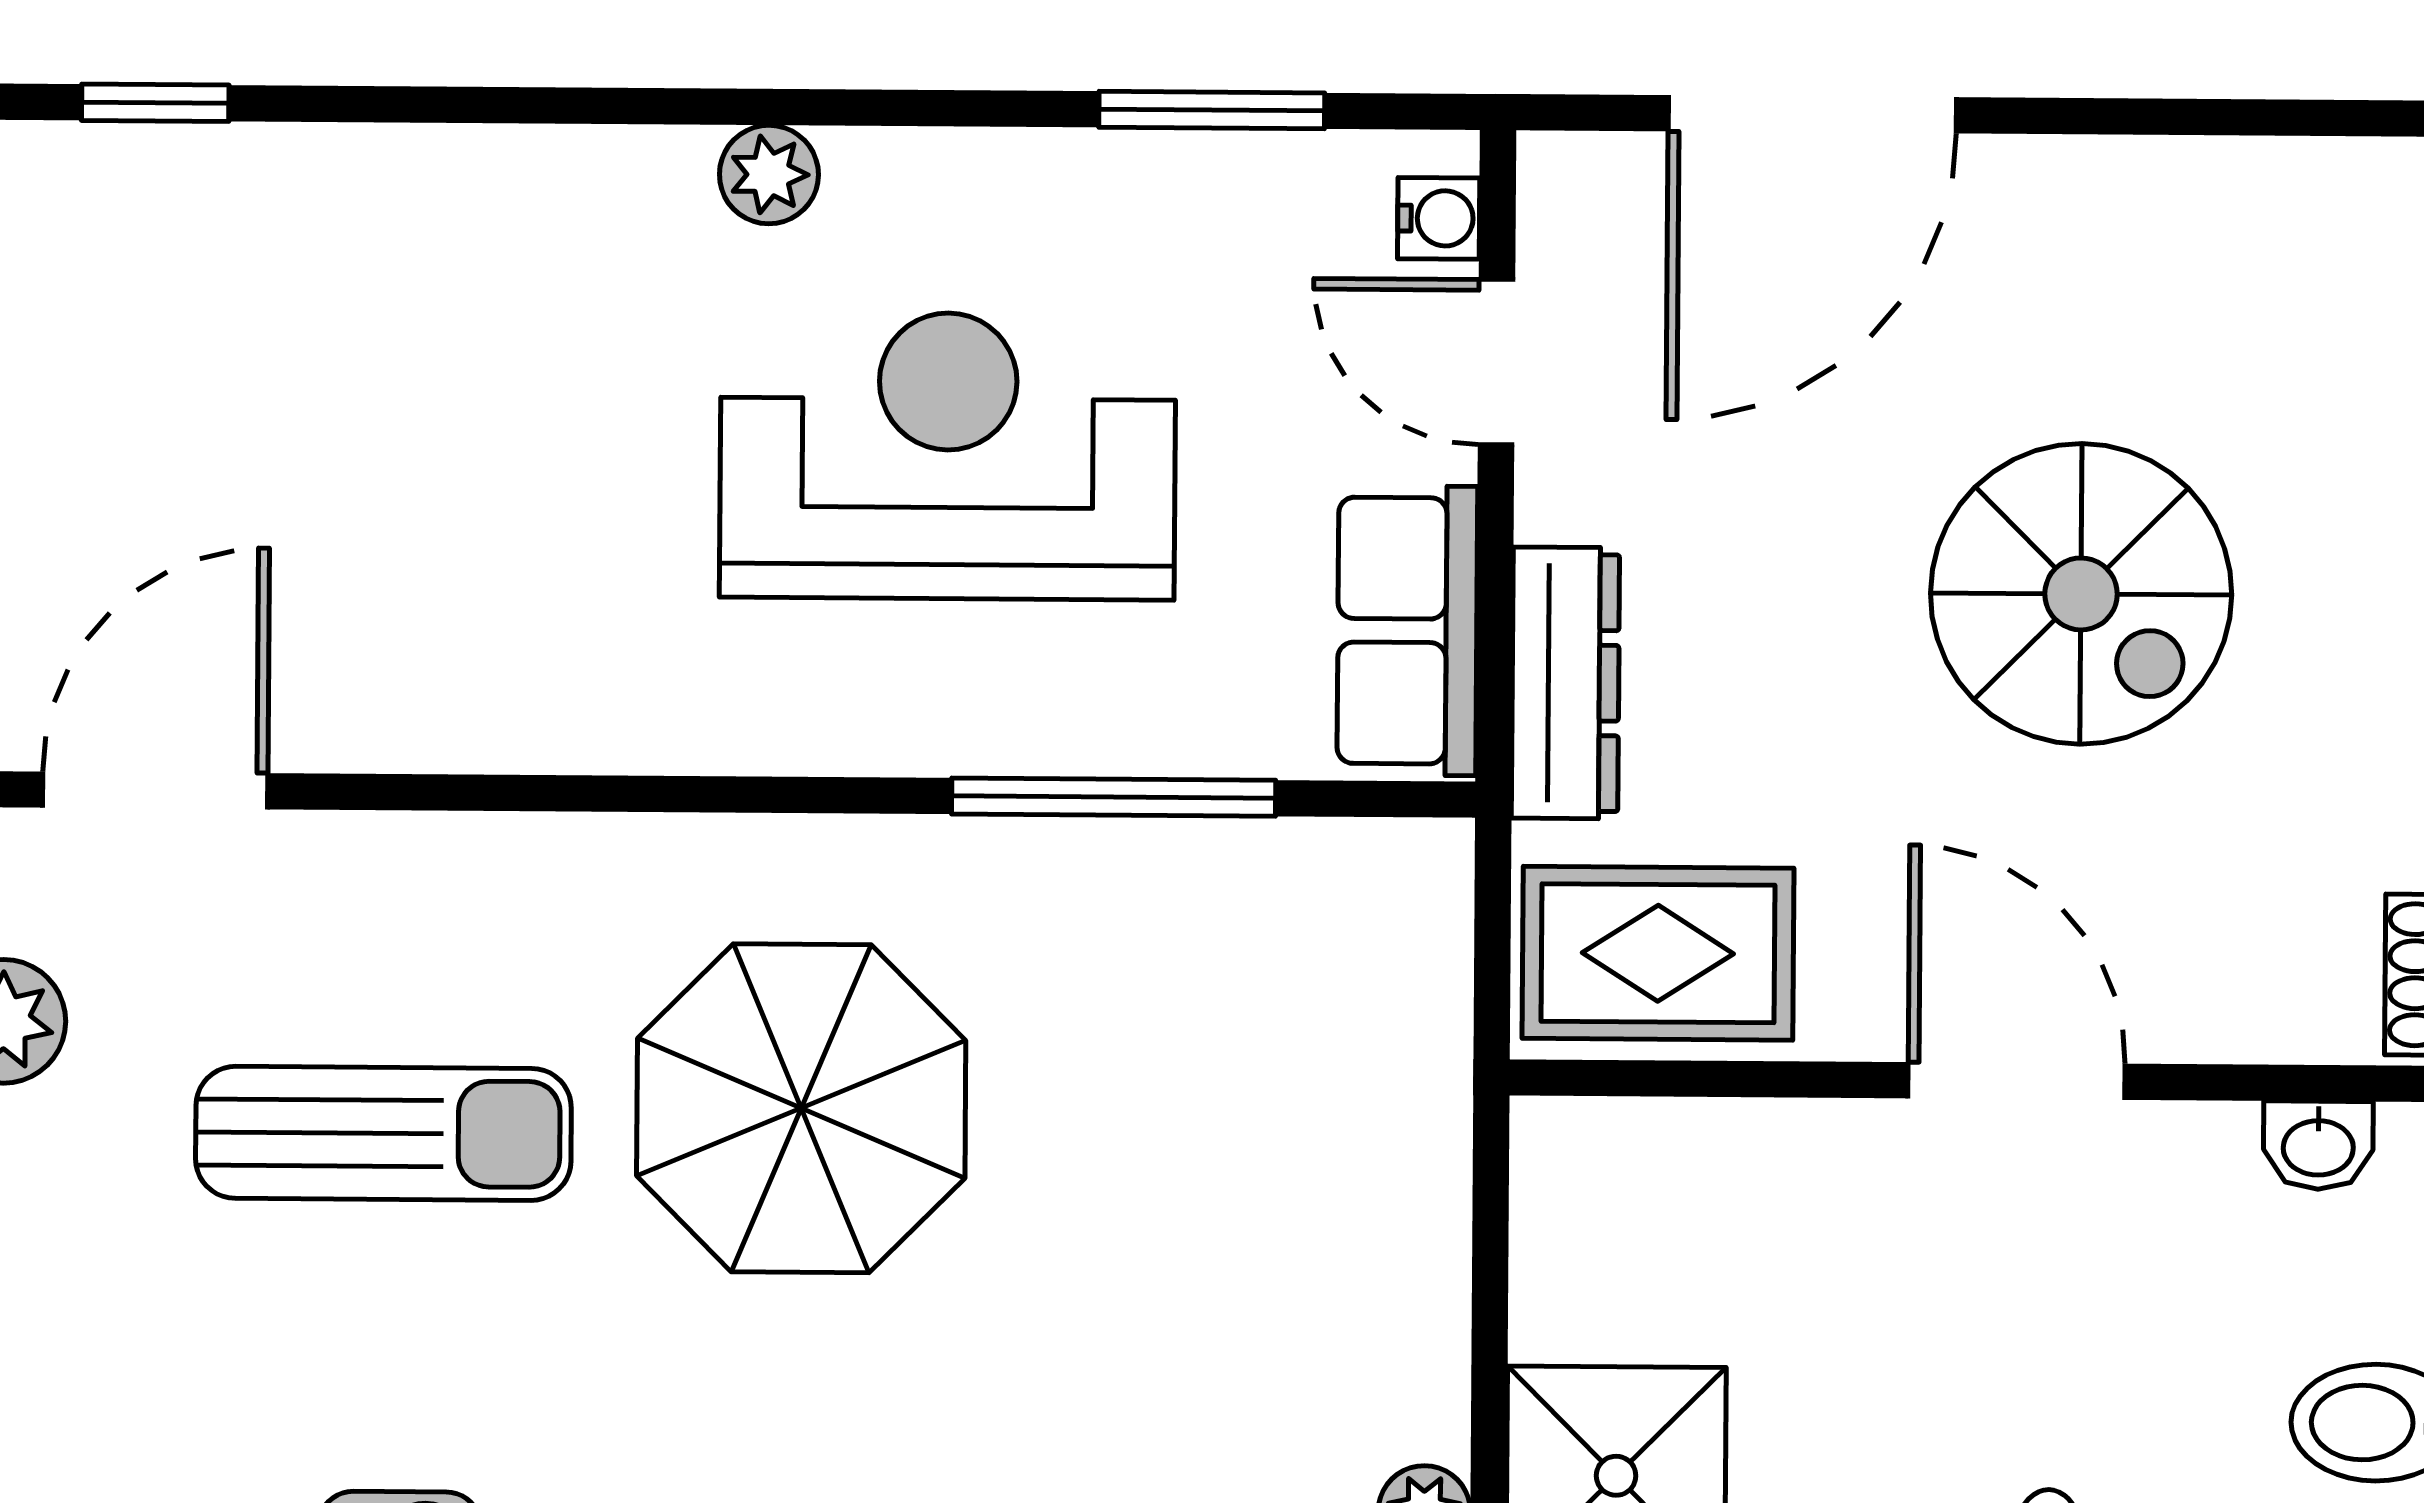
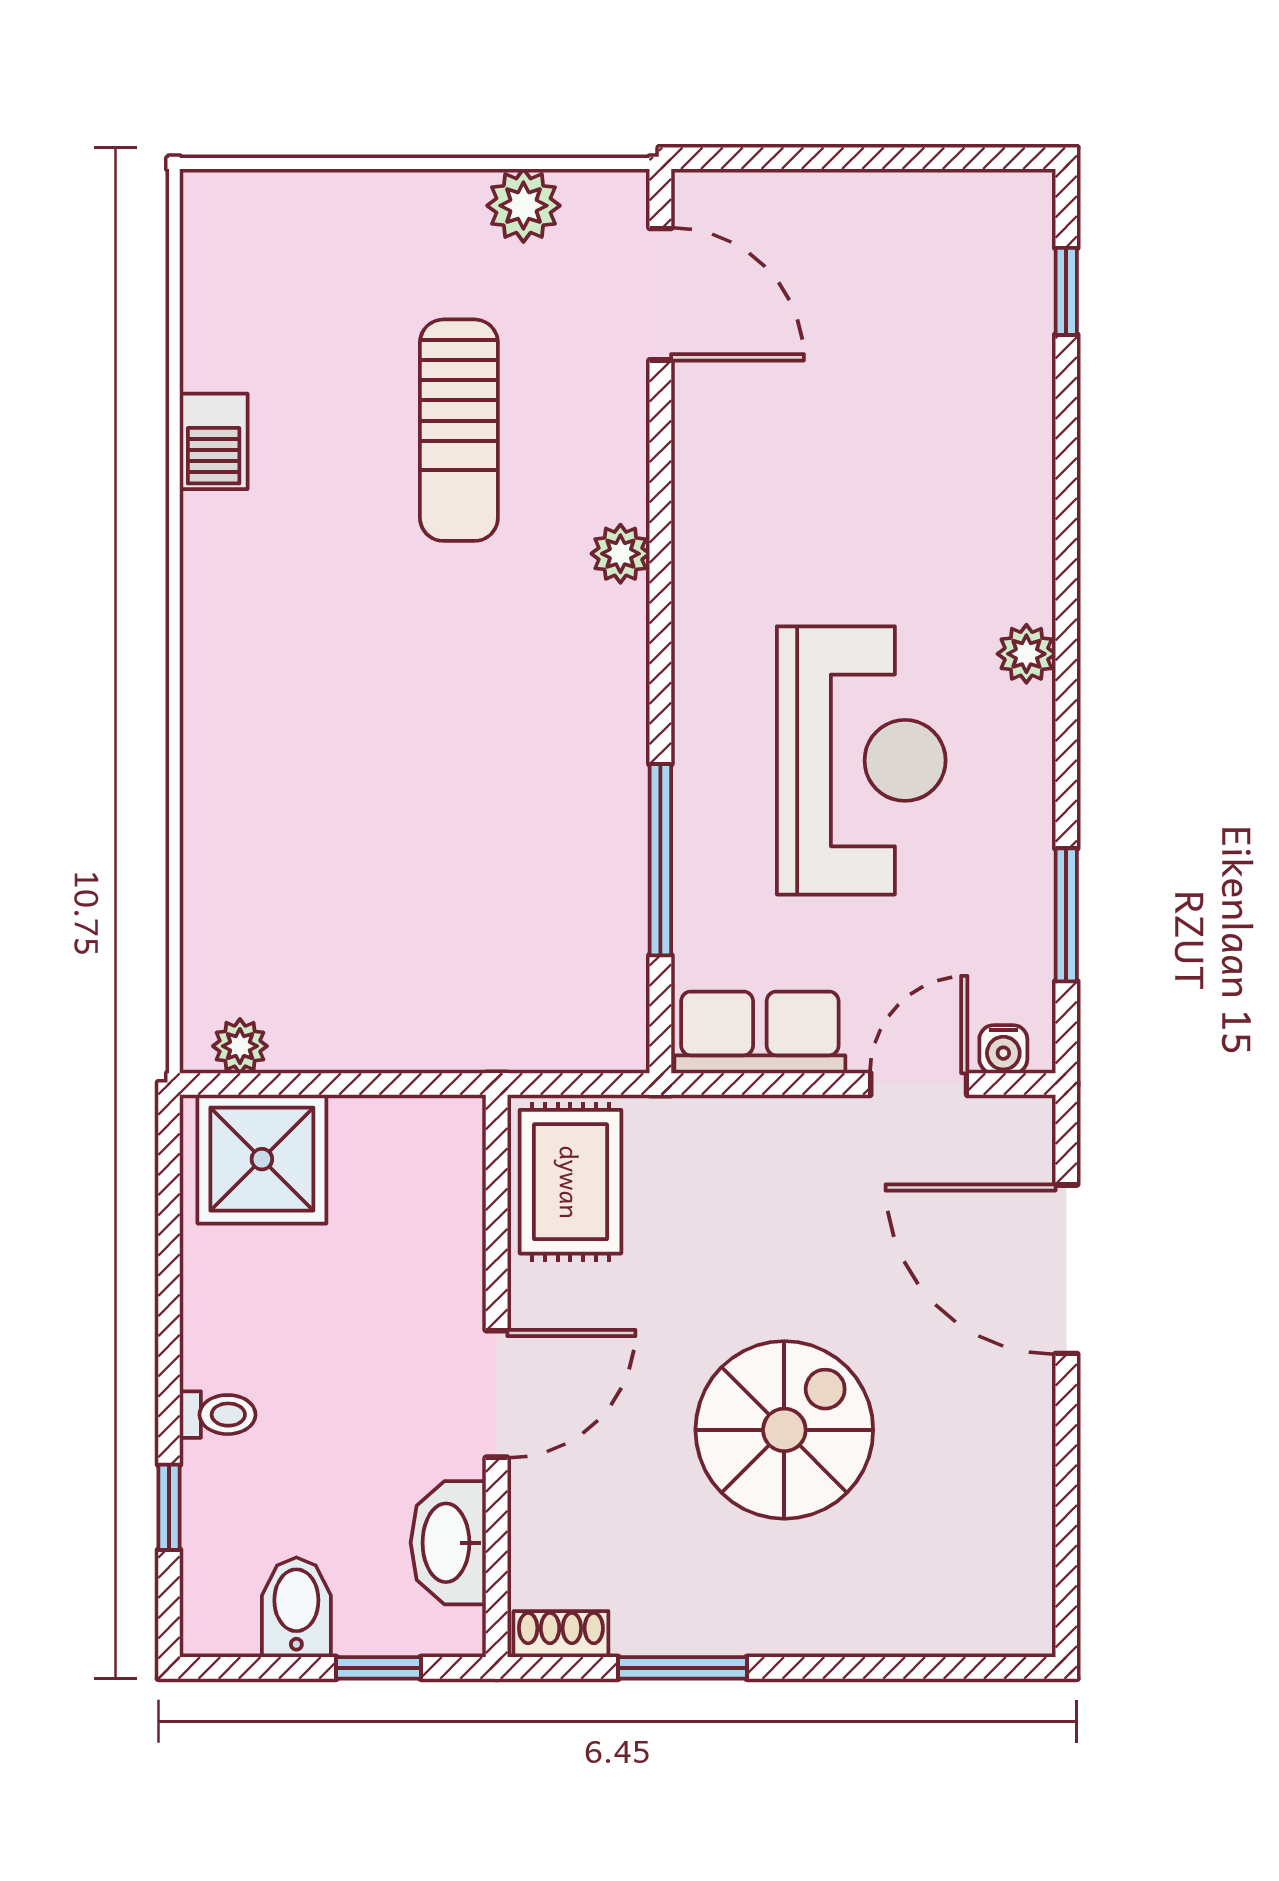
spiral stairs: (2081, 594) -> (784, 1430), turned 180
dresser: (1565, 683) -> (730, 1126), removed
plant: (595, 861) -> (620, 554), added
parasol: (801, 1108) -> (475, 677), removed
washbasin: (2318, 1145) -> (448, 1543), width x1.91, depth x1.45

